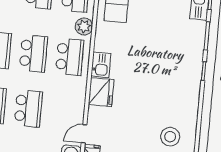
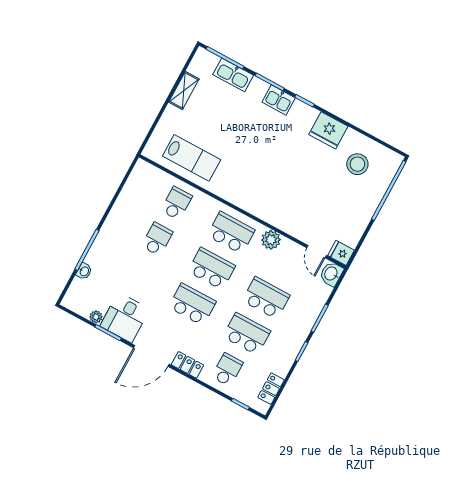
plant: (84, 26) -> (271, 240), moved
kitchen sink: (101, 65) -> (279, 100), moved, turned 180
fridge: (101, 92) -> (328, 130), moved, turned 180

